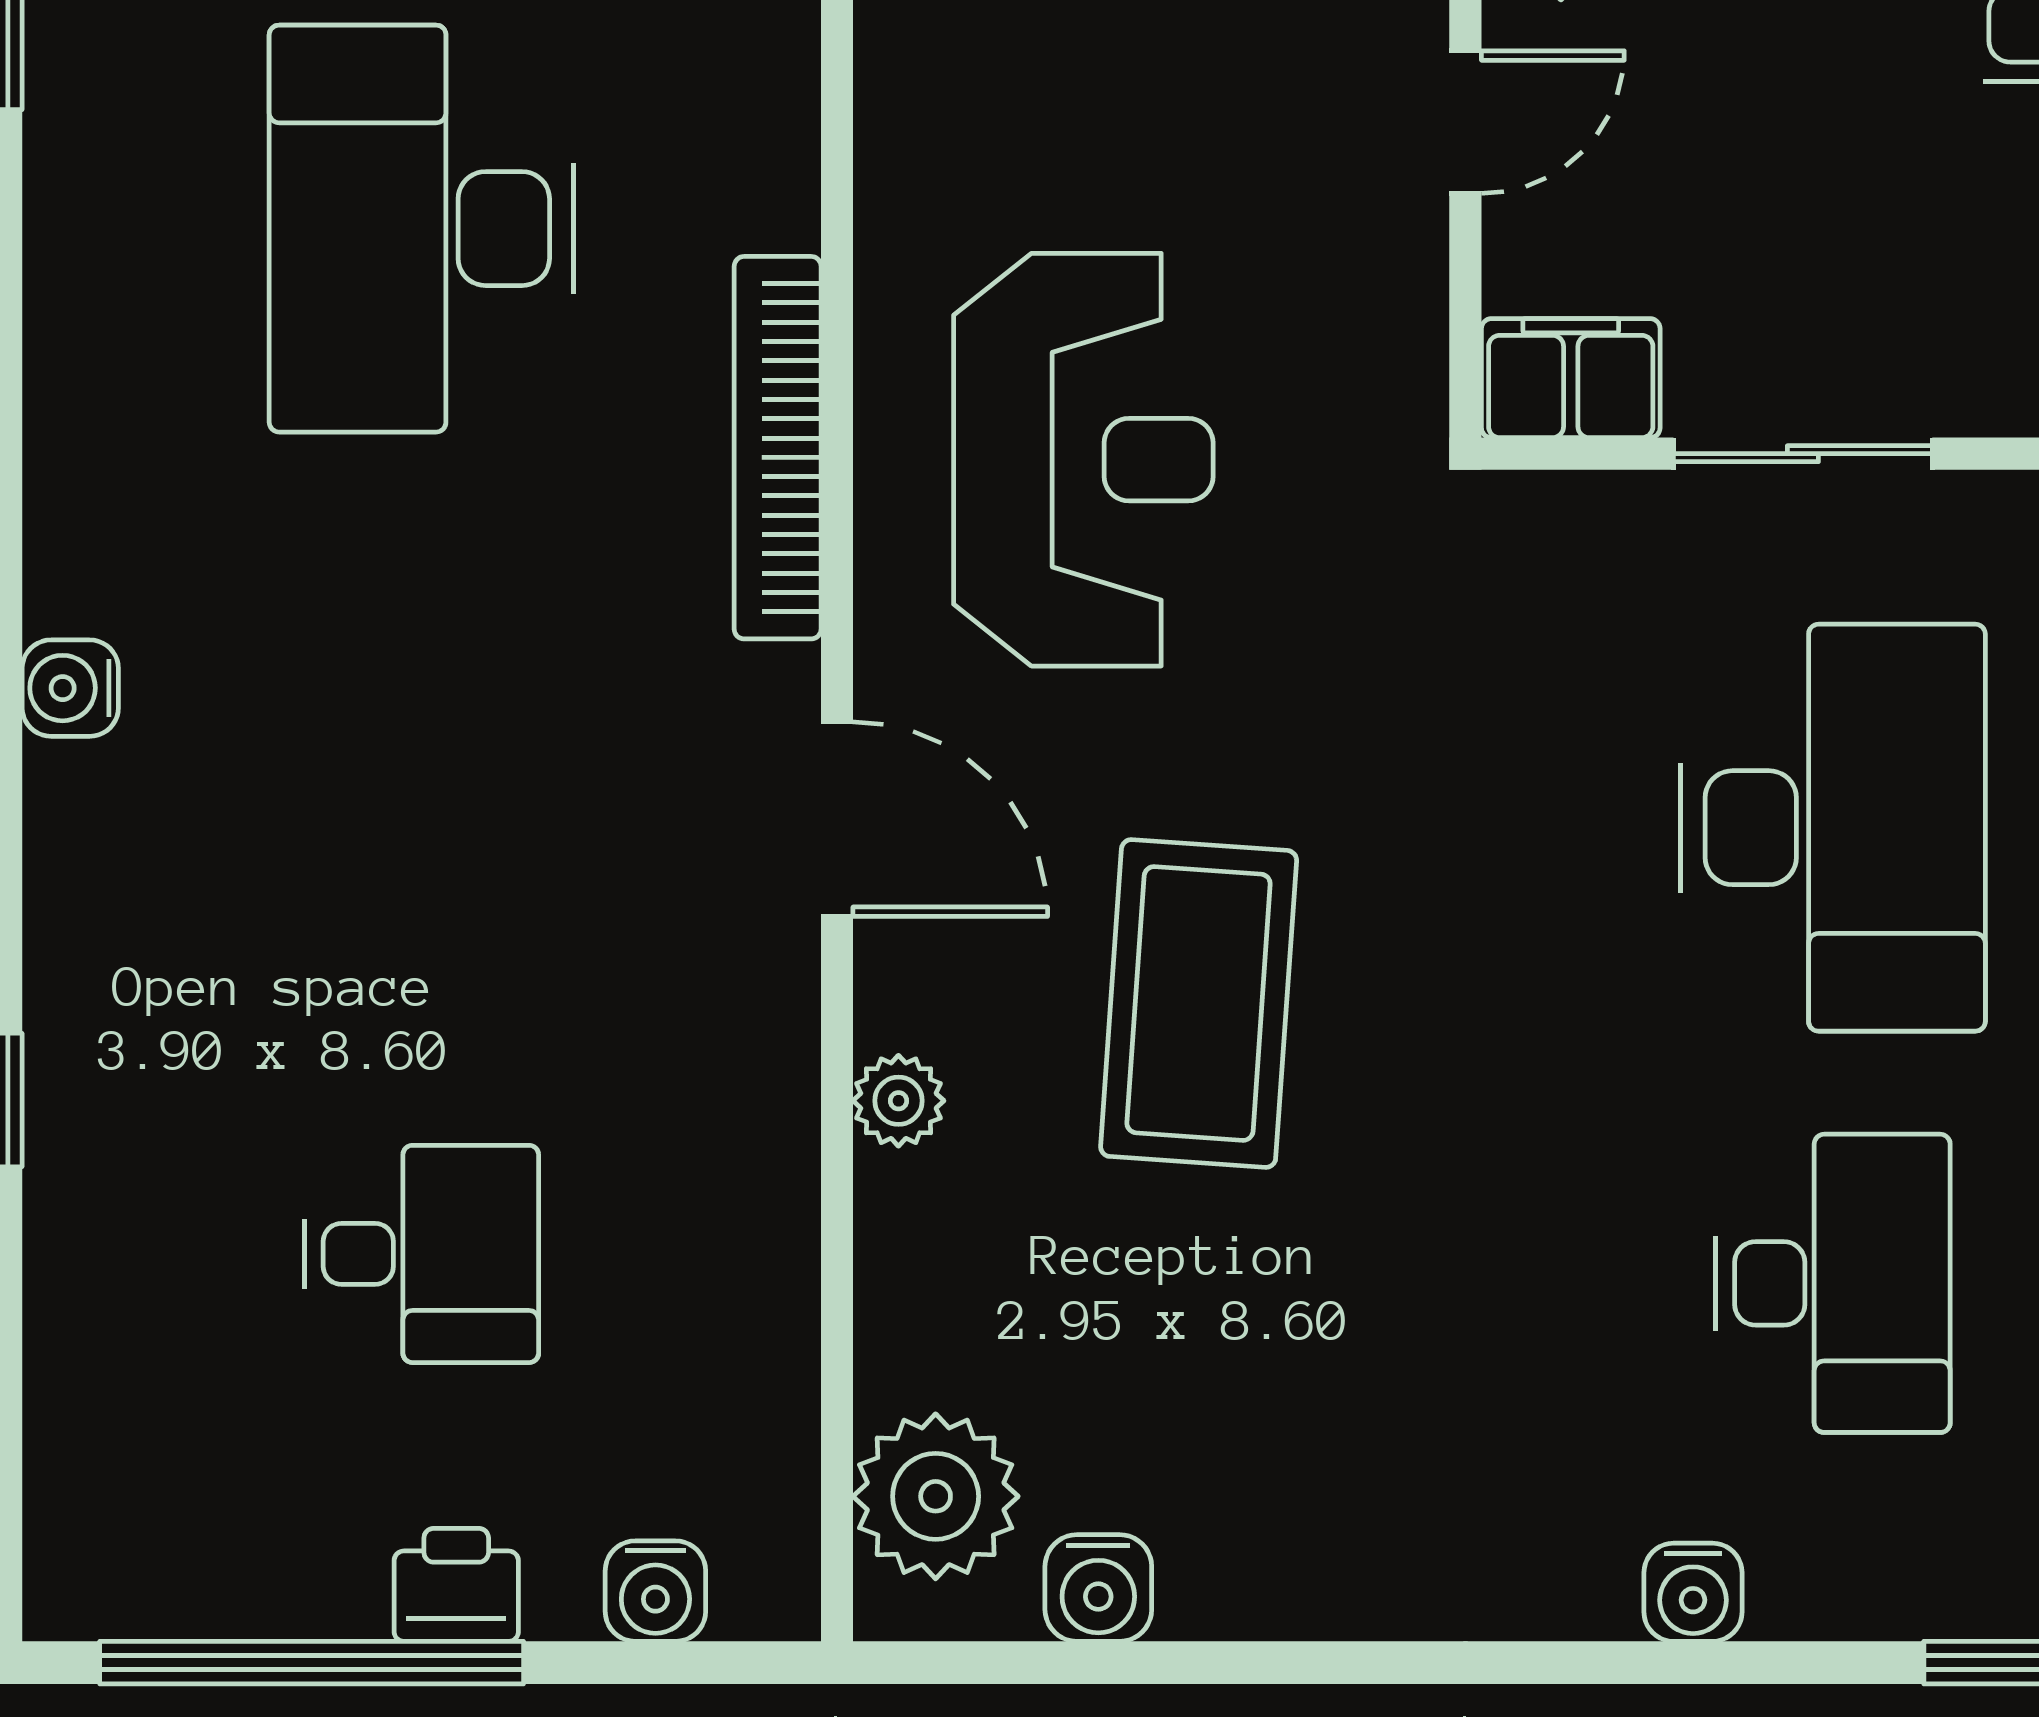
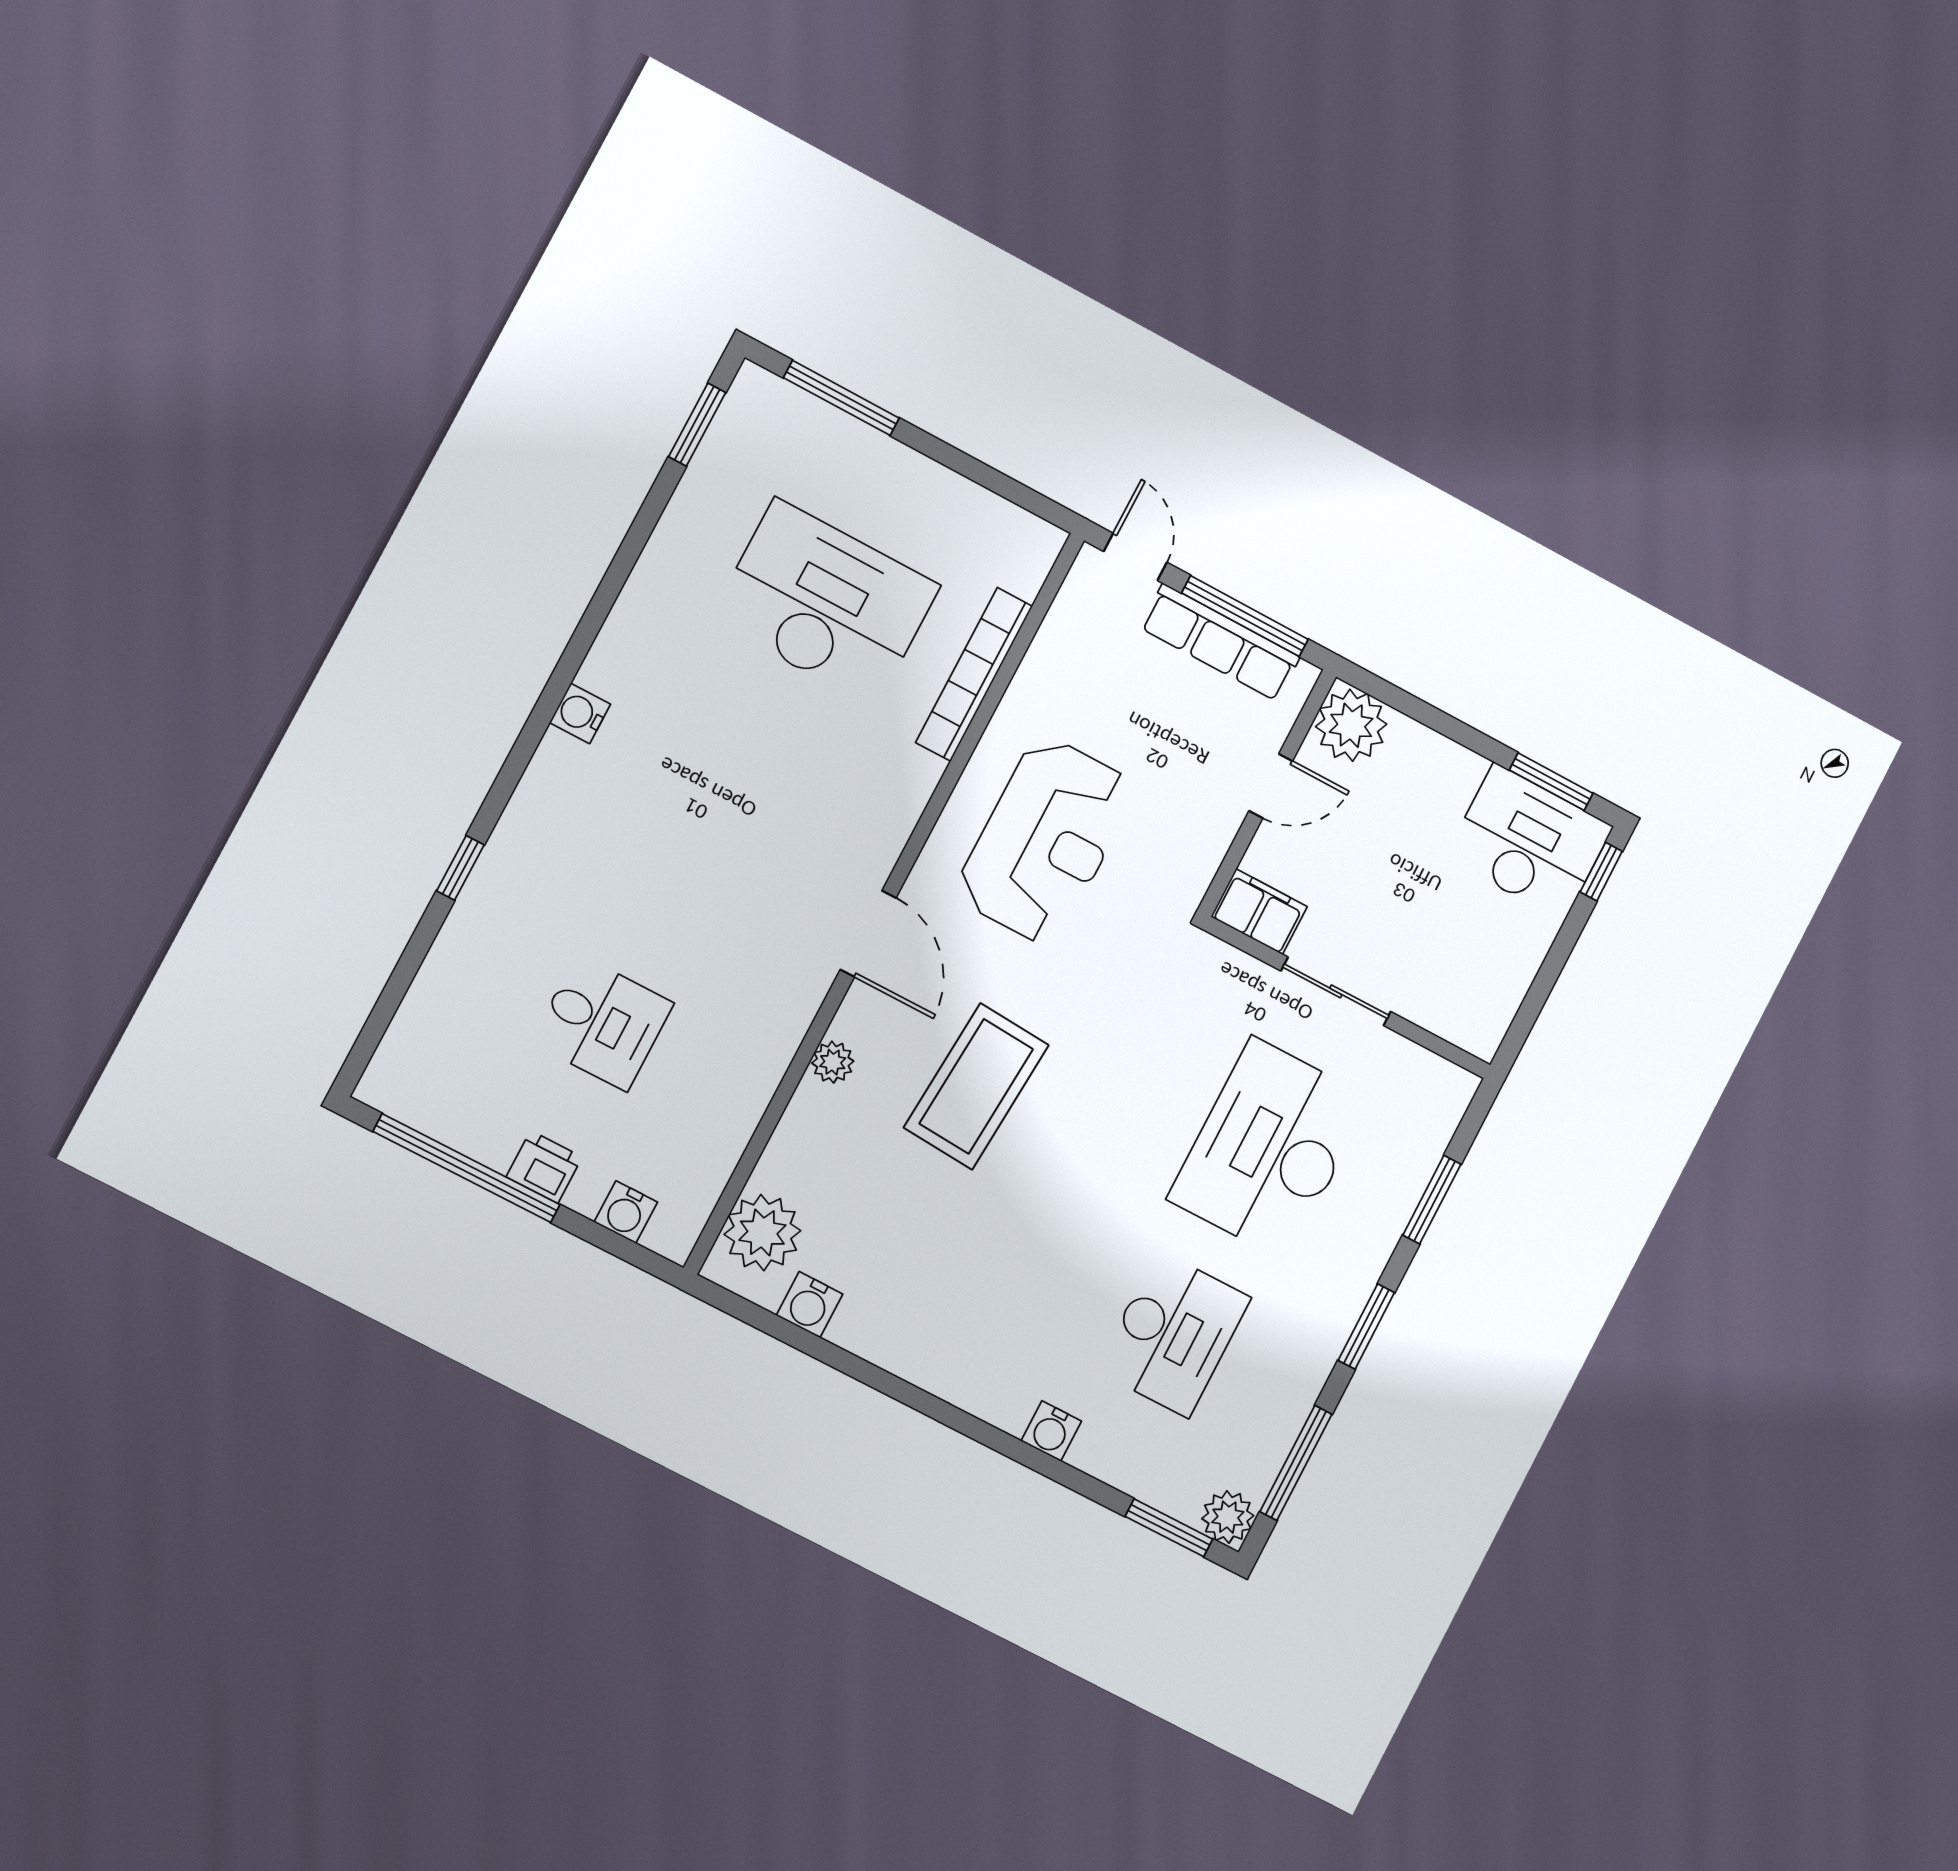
desk: (422, 229) -> (825, 603), turned 90
bookcase: (778, 448) -> (974, 674), moved
desk: (1833, 828) -> (1269, 1149), turned 180

